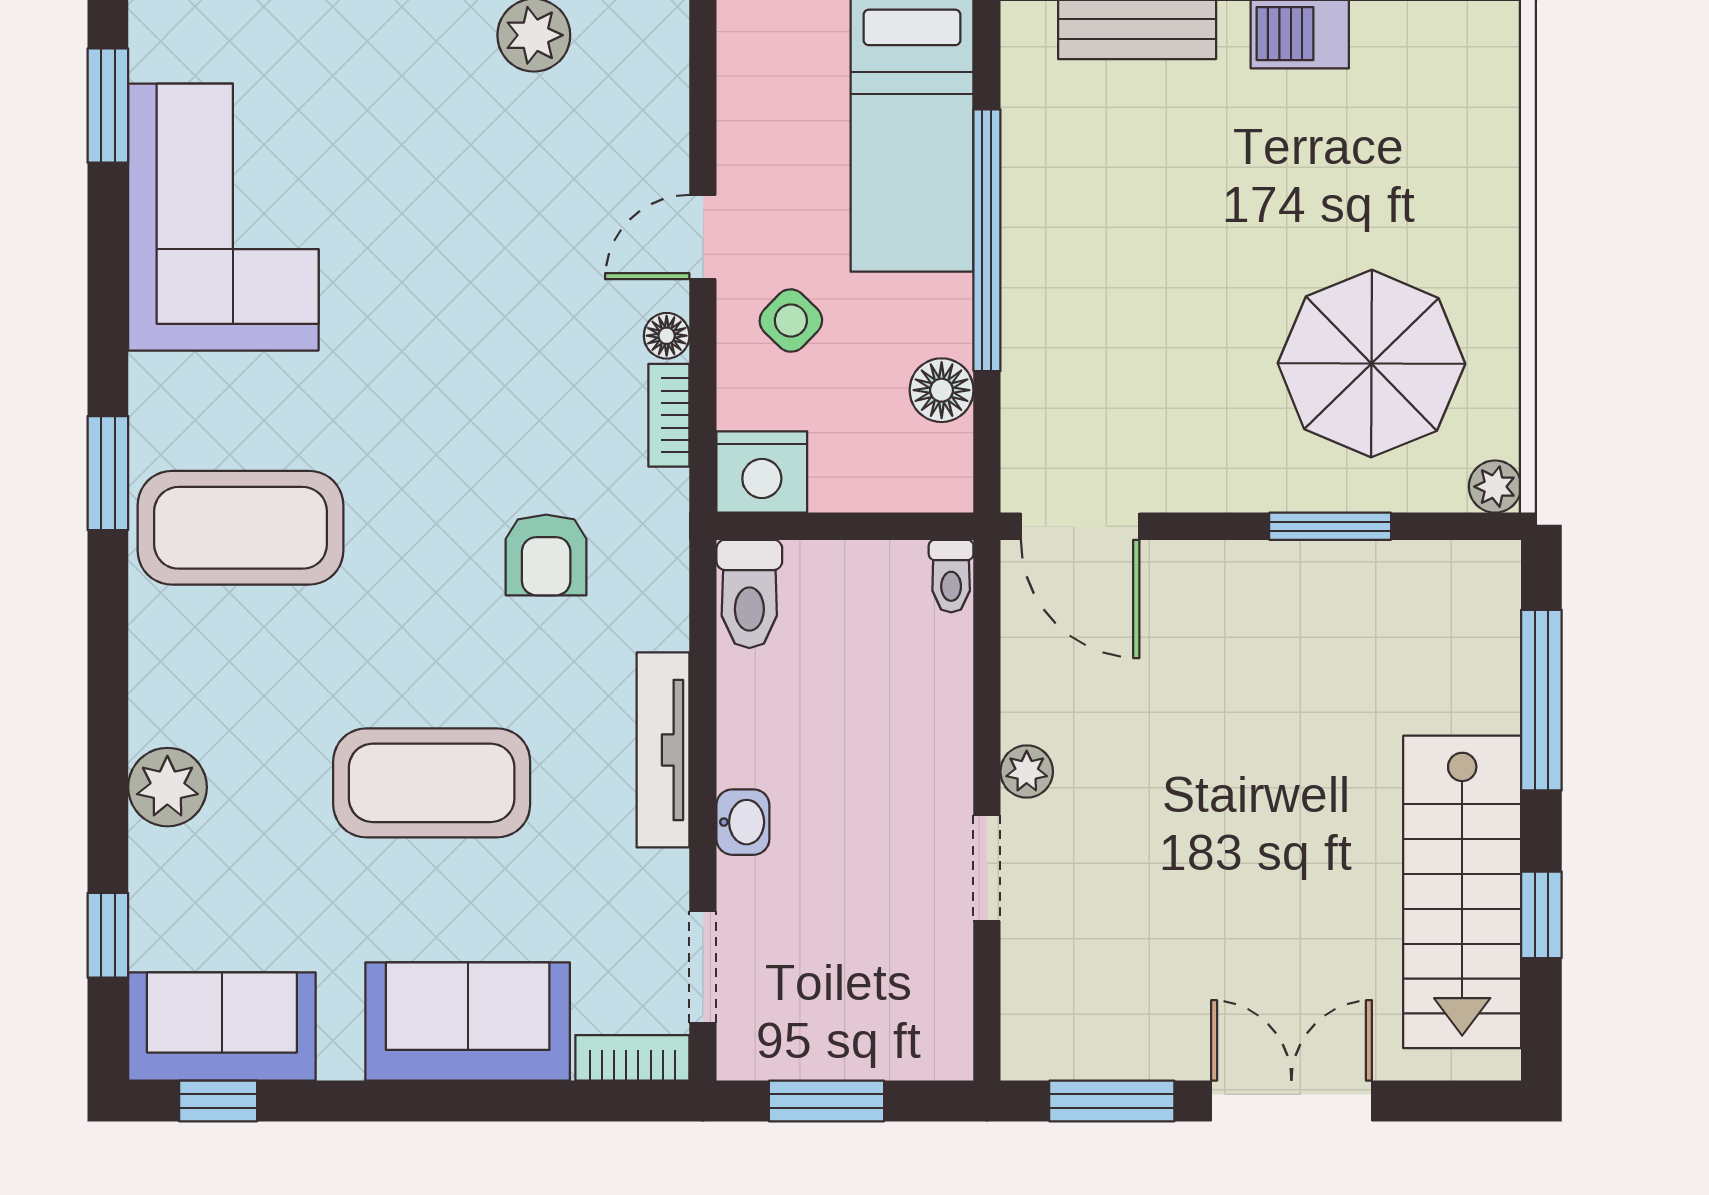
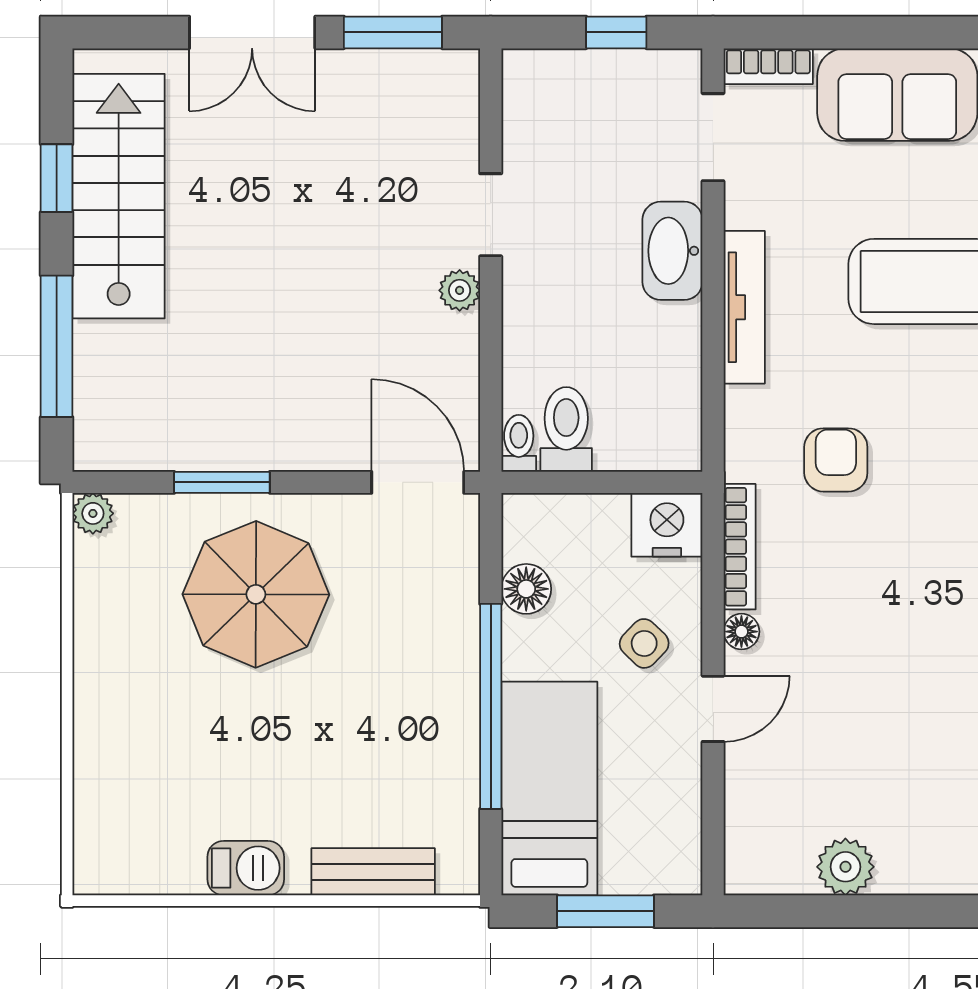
parasol: (1371, 364) -> (256, 594), moved
bookcase: (669, 415) -> (740, 547), width x1.56
toilet: (749, 594) -> (566, 429), moved
washbasin: (743, 822) -> (672, 251), width x1.91, depth x1.45
window: (827, 1101) -> (616, 32), width x0.67

